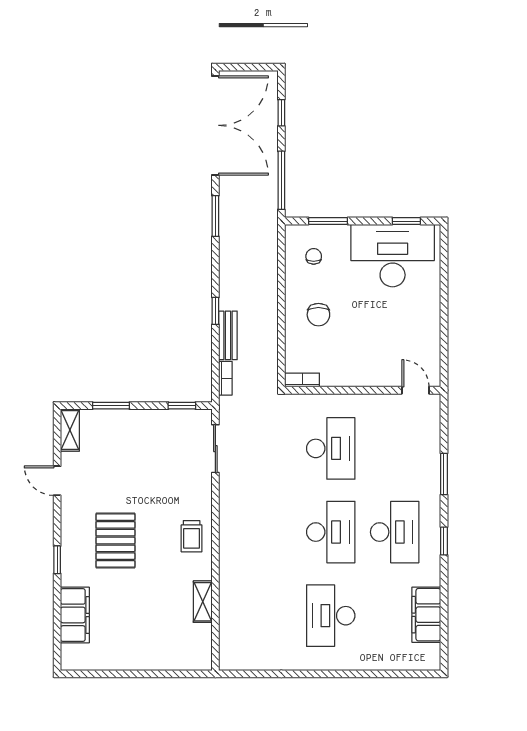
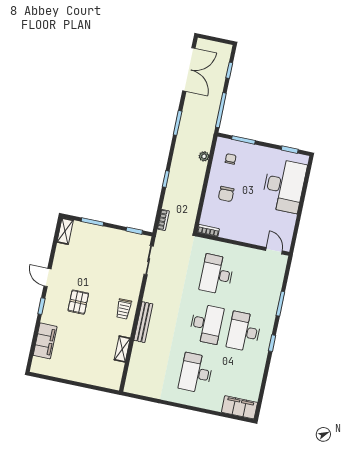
double door: (215, 125) -> (189, 70), width x0.73
desk: (393, 256) -> (284, 186), moved, turned 90
plant: (270, 261) -> (204, 156), added
bench: (228, 335) -> (143, 322), moved, width x1.36
desk: (331, 448) -> (217, 274), turned 180
door: (57, 481) -> (47, 278), moved
desk: (395, 532) -> (244, 332), turned 180
pallet: (115, 541) -> (78, 302), width x0.67, depth x0.71
filing cabinet: (426, 615) -> (239, 407), moved, turned 90

